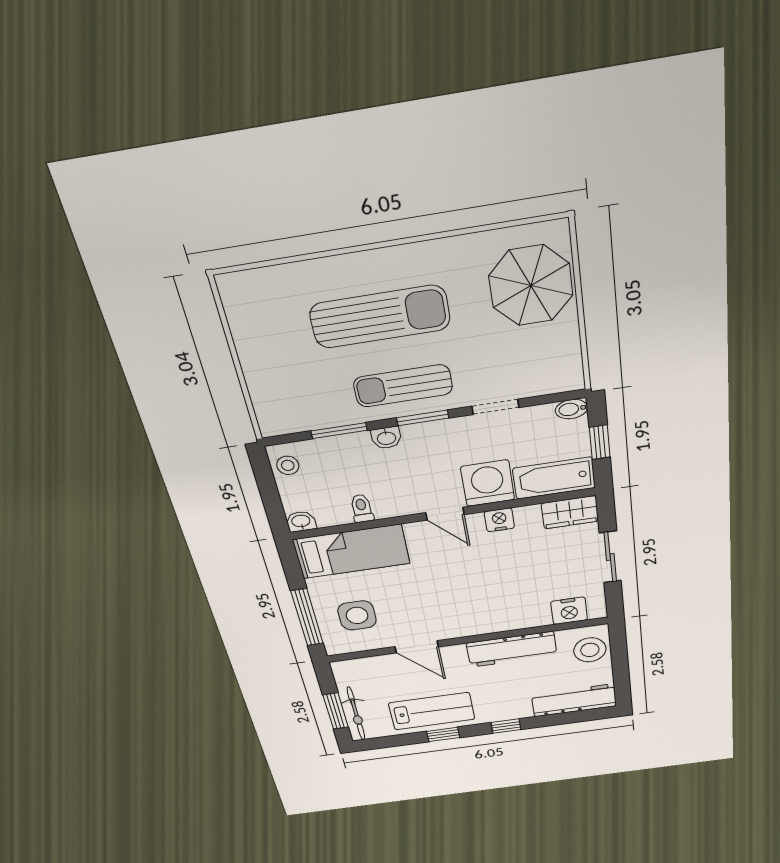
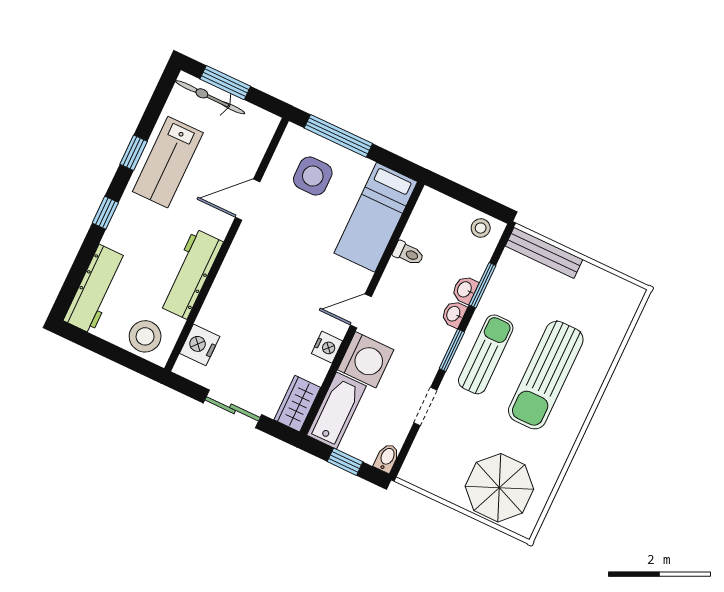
bench: (263, 397) -> (544, 253), added
washbasin: (301, 521) -> (465, 290), moved, turned 180

